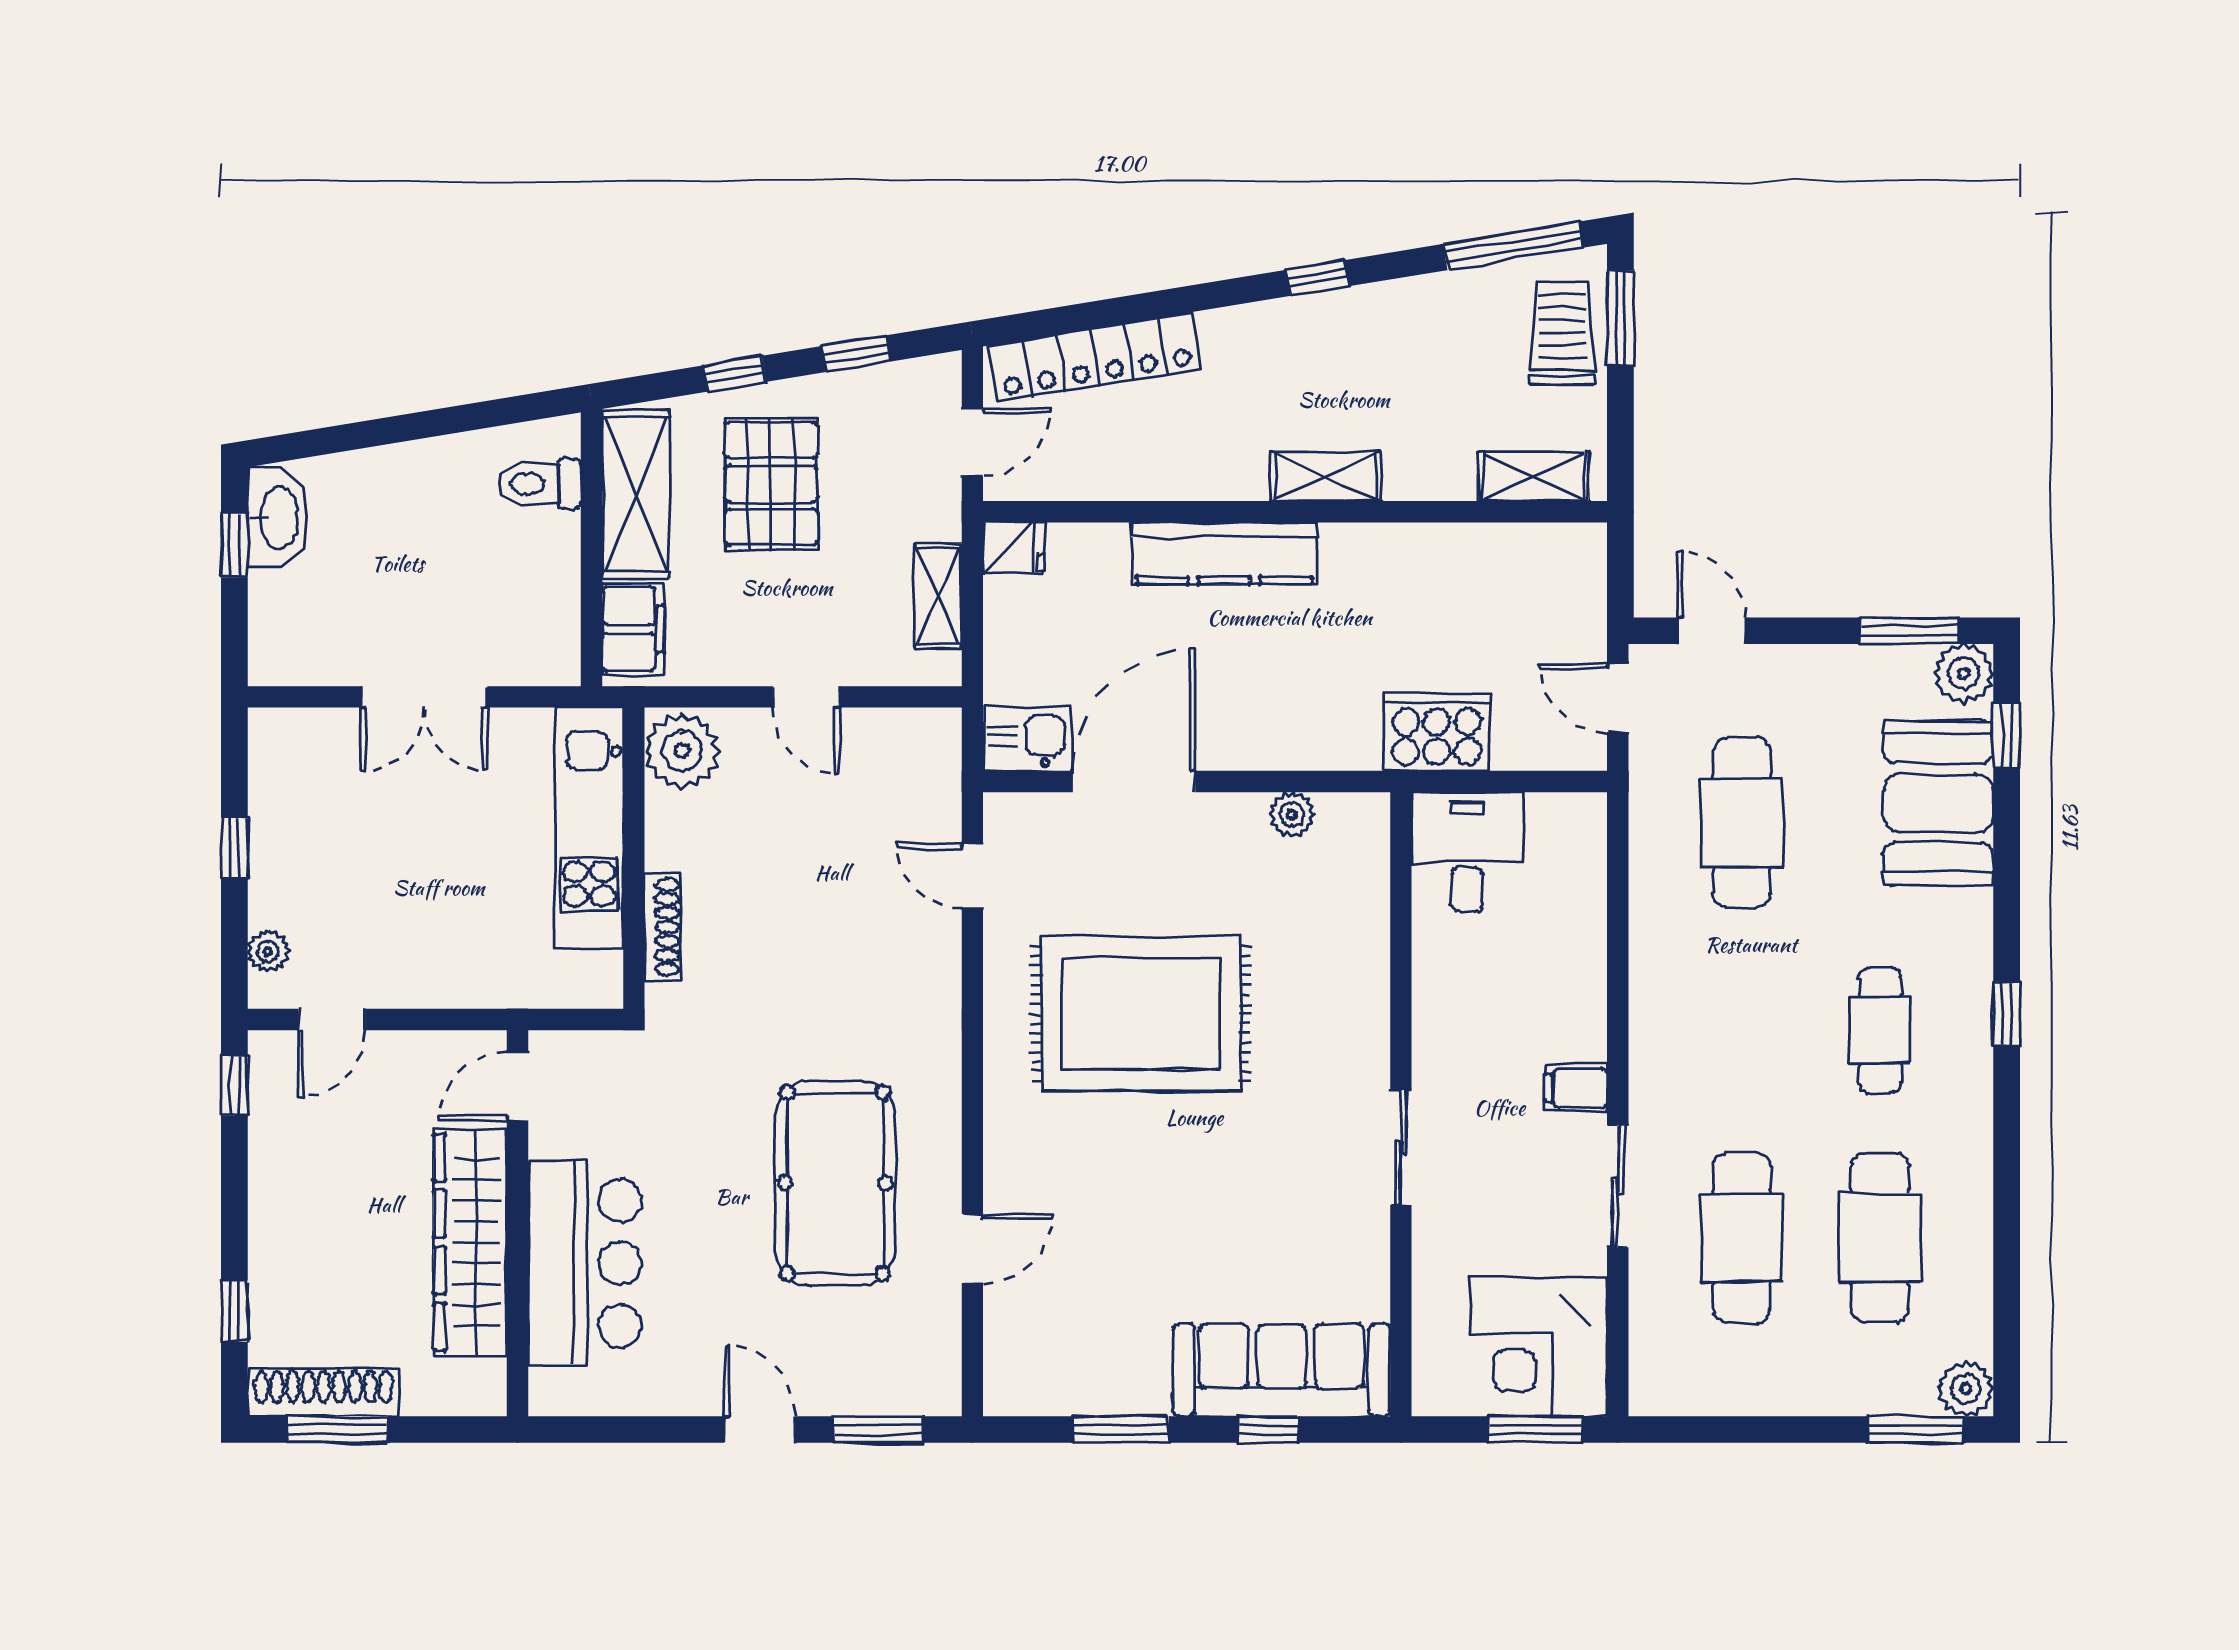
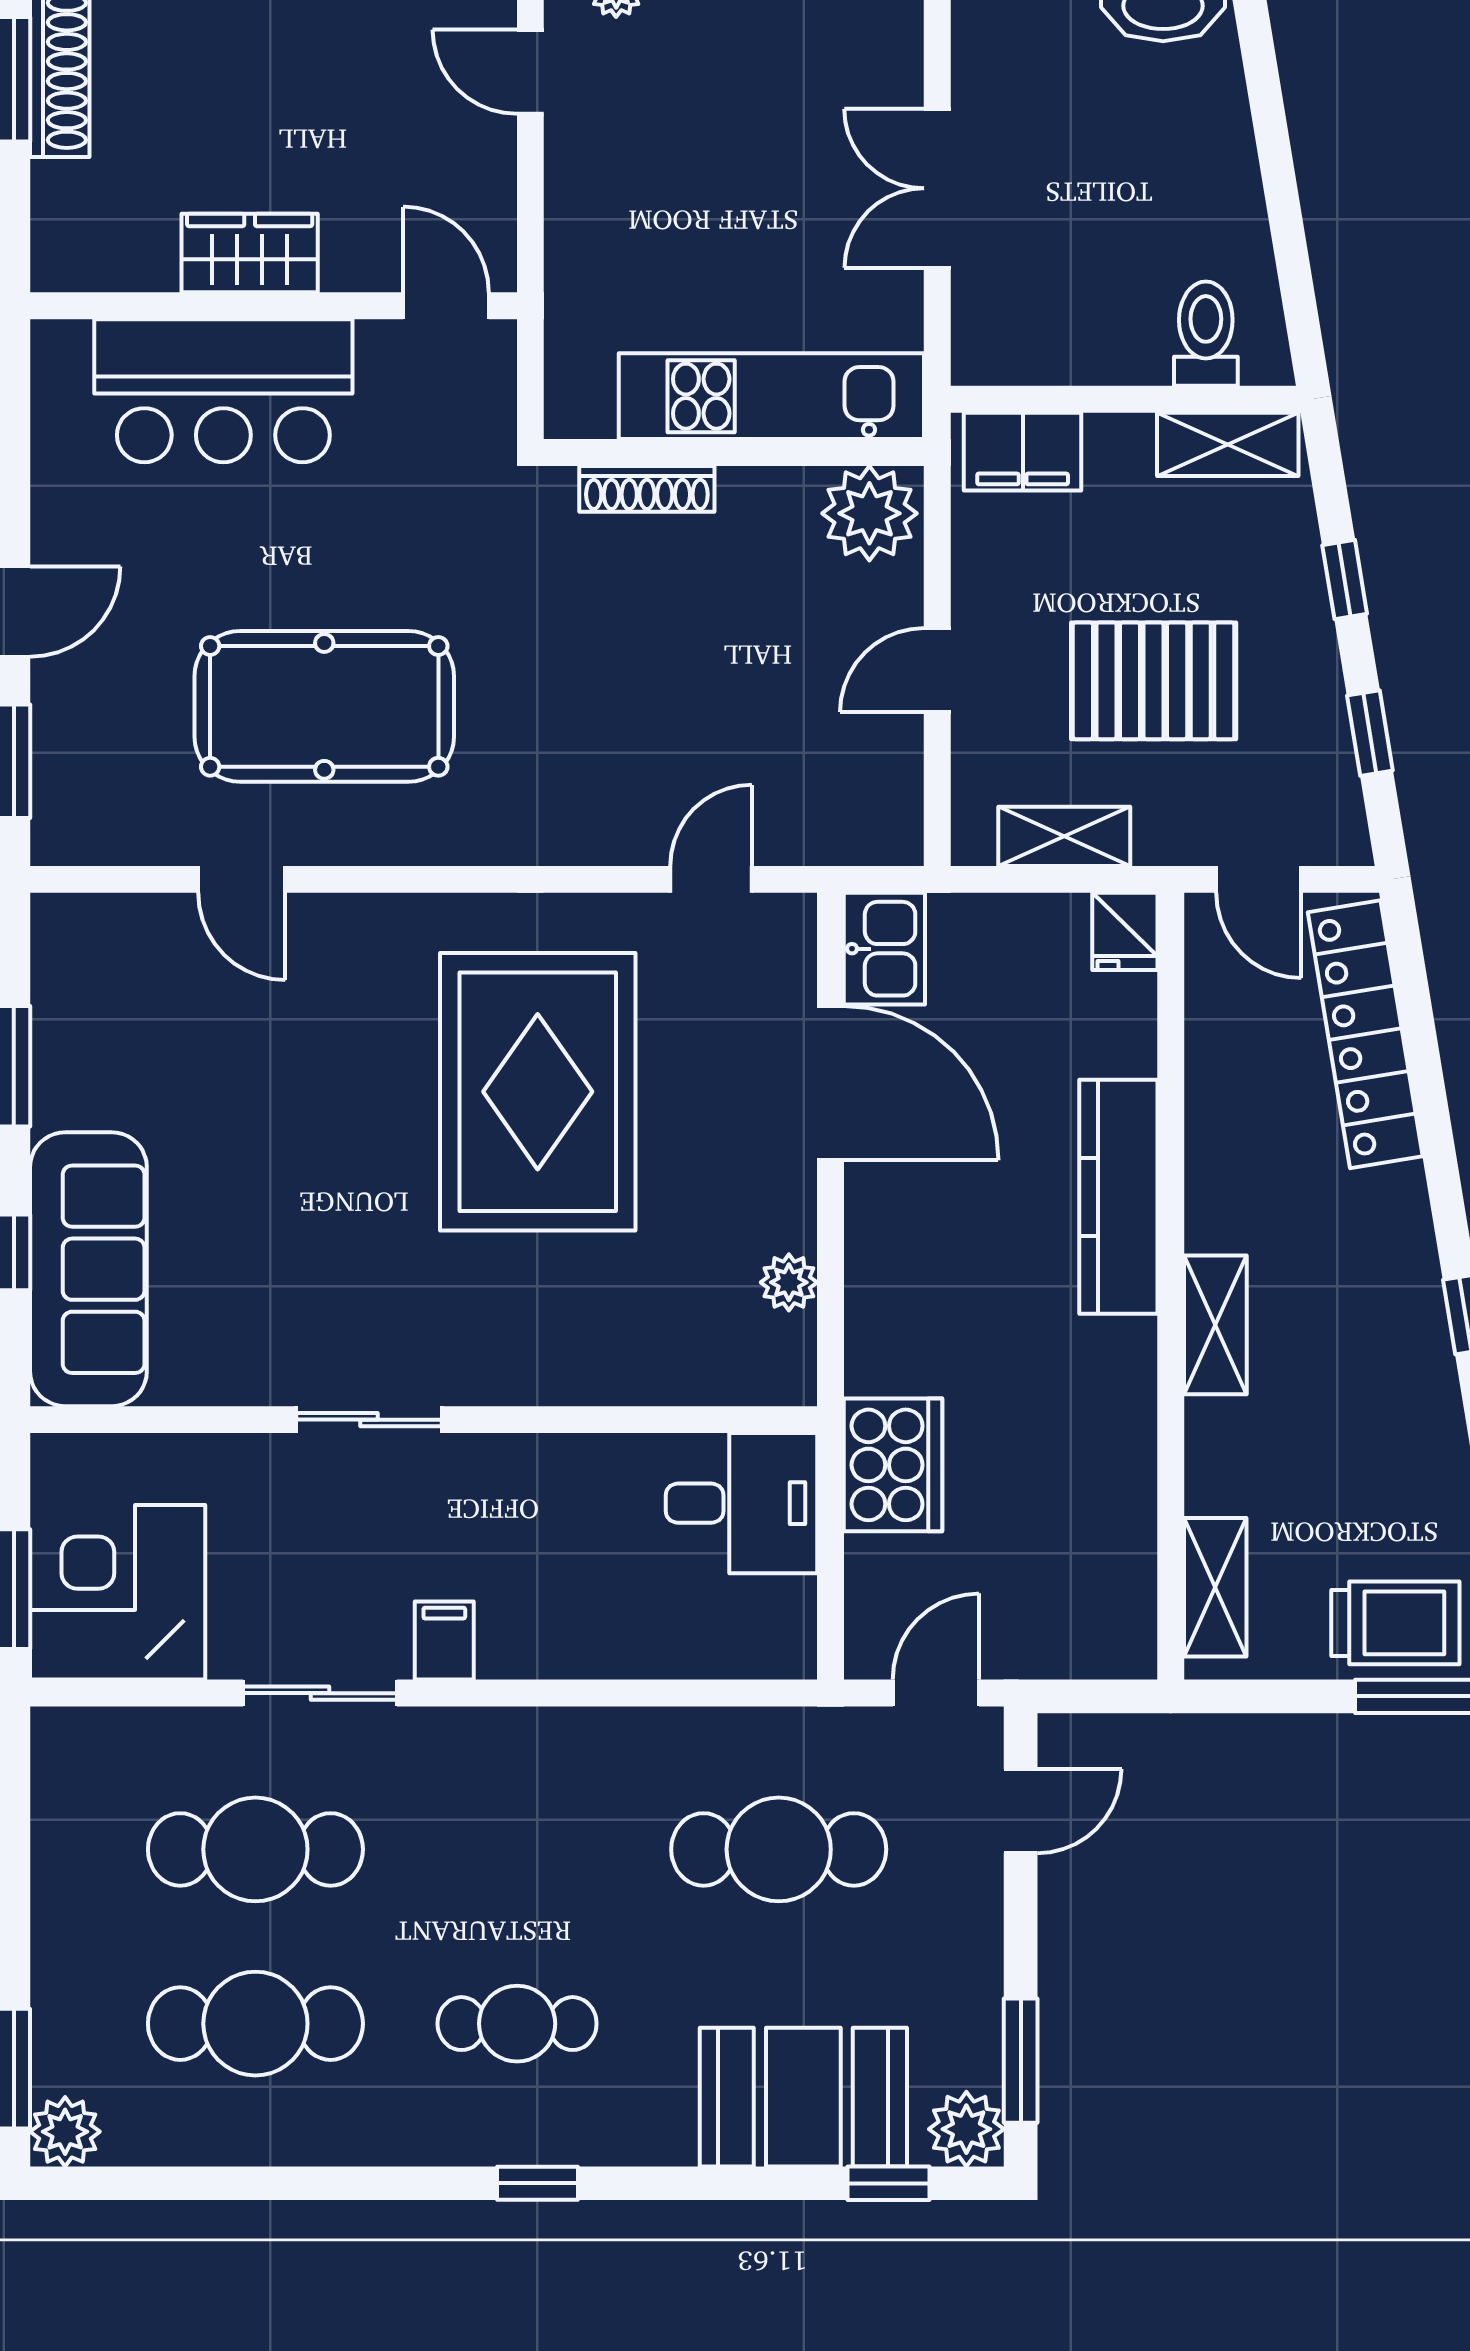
pallet: (771, 484) -> (1154, 681), moved
shelving: (636, 494) -> (1228, 444), width x0.67, depth x0.75
wardrobe: (470, 1242) -> (250, 253), width x0.48, depth x0.85

